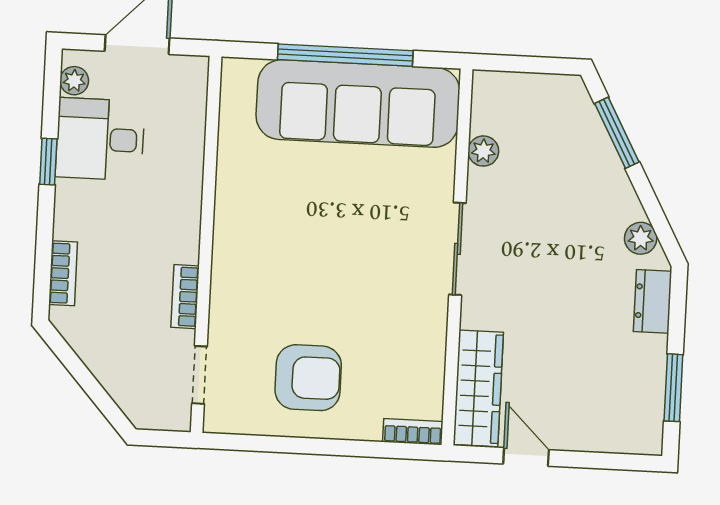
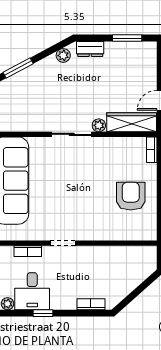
plant: (483, 151) -> (99, 125), moved
bookcase: (185, 297) -> (28, 251), moved
doorway: (199, 375) -> (63, 243), moved

